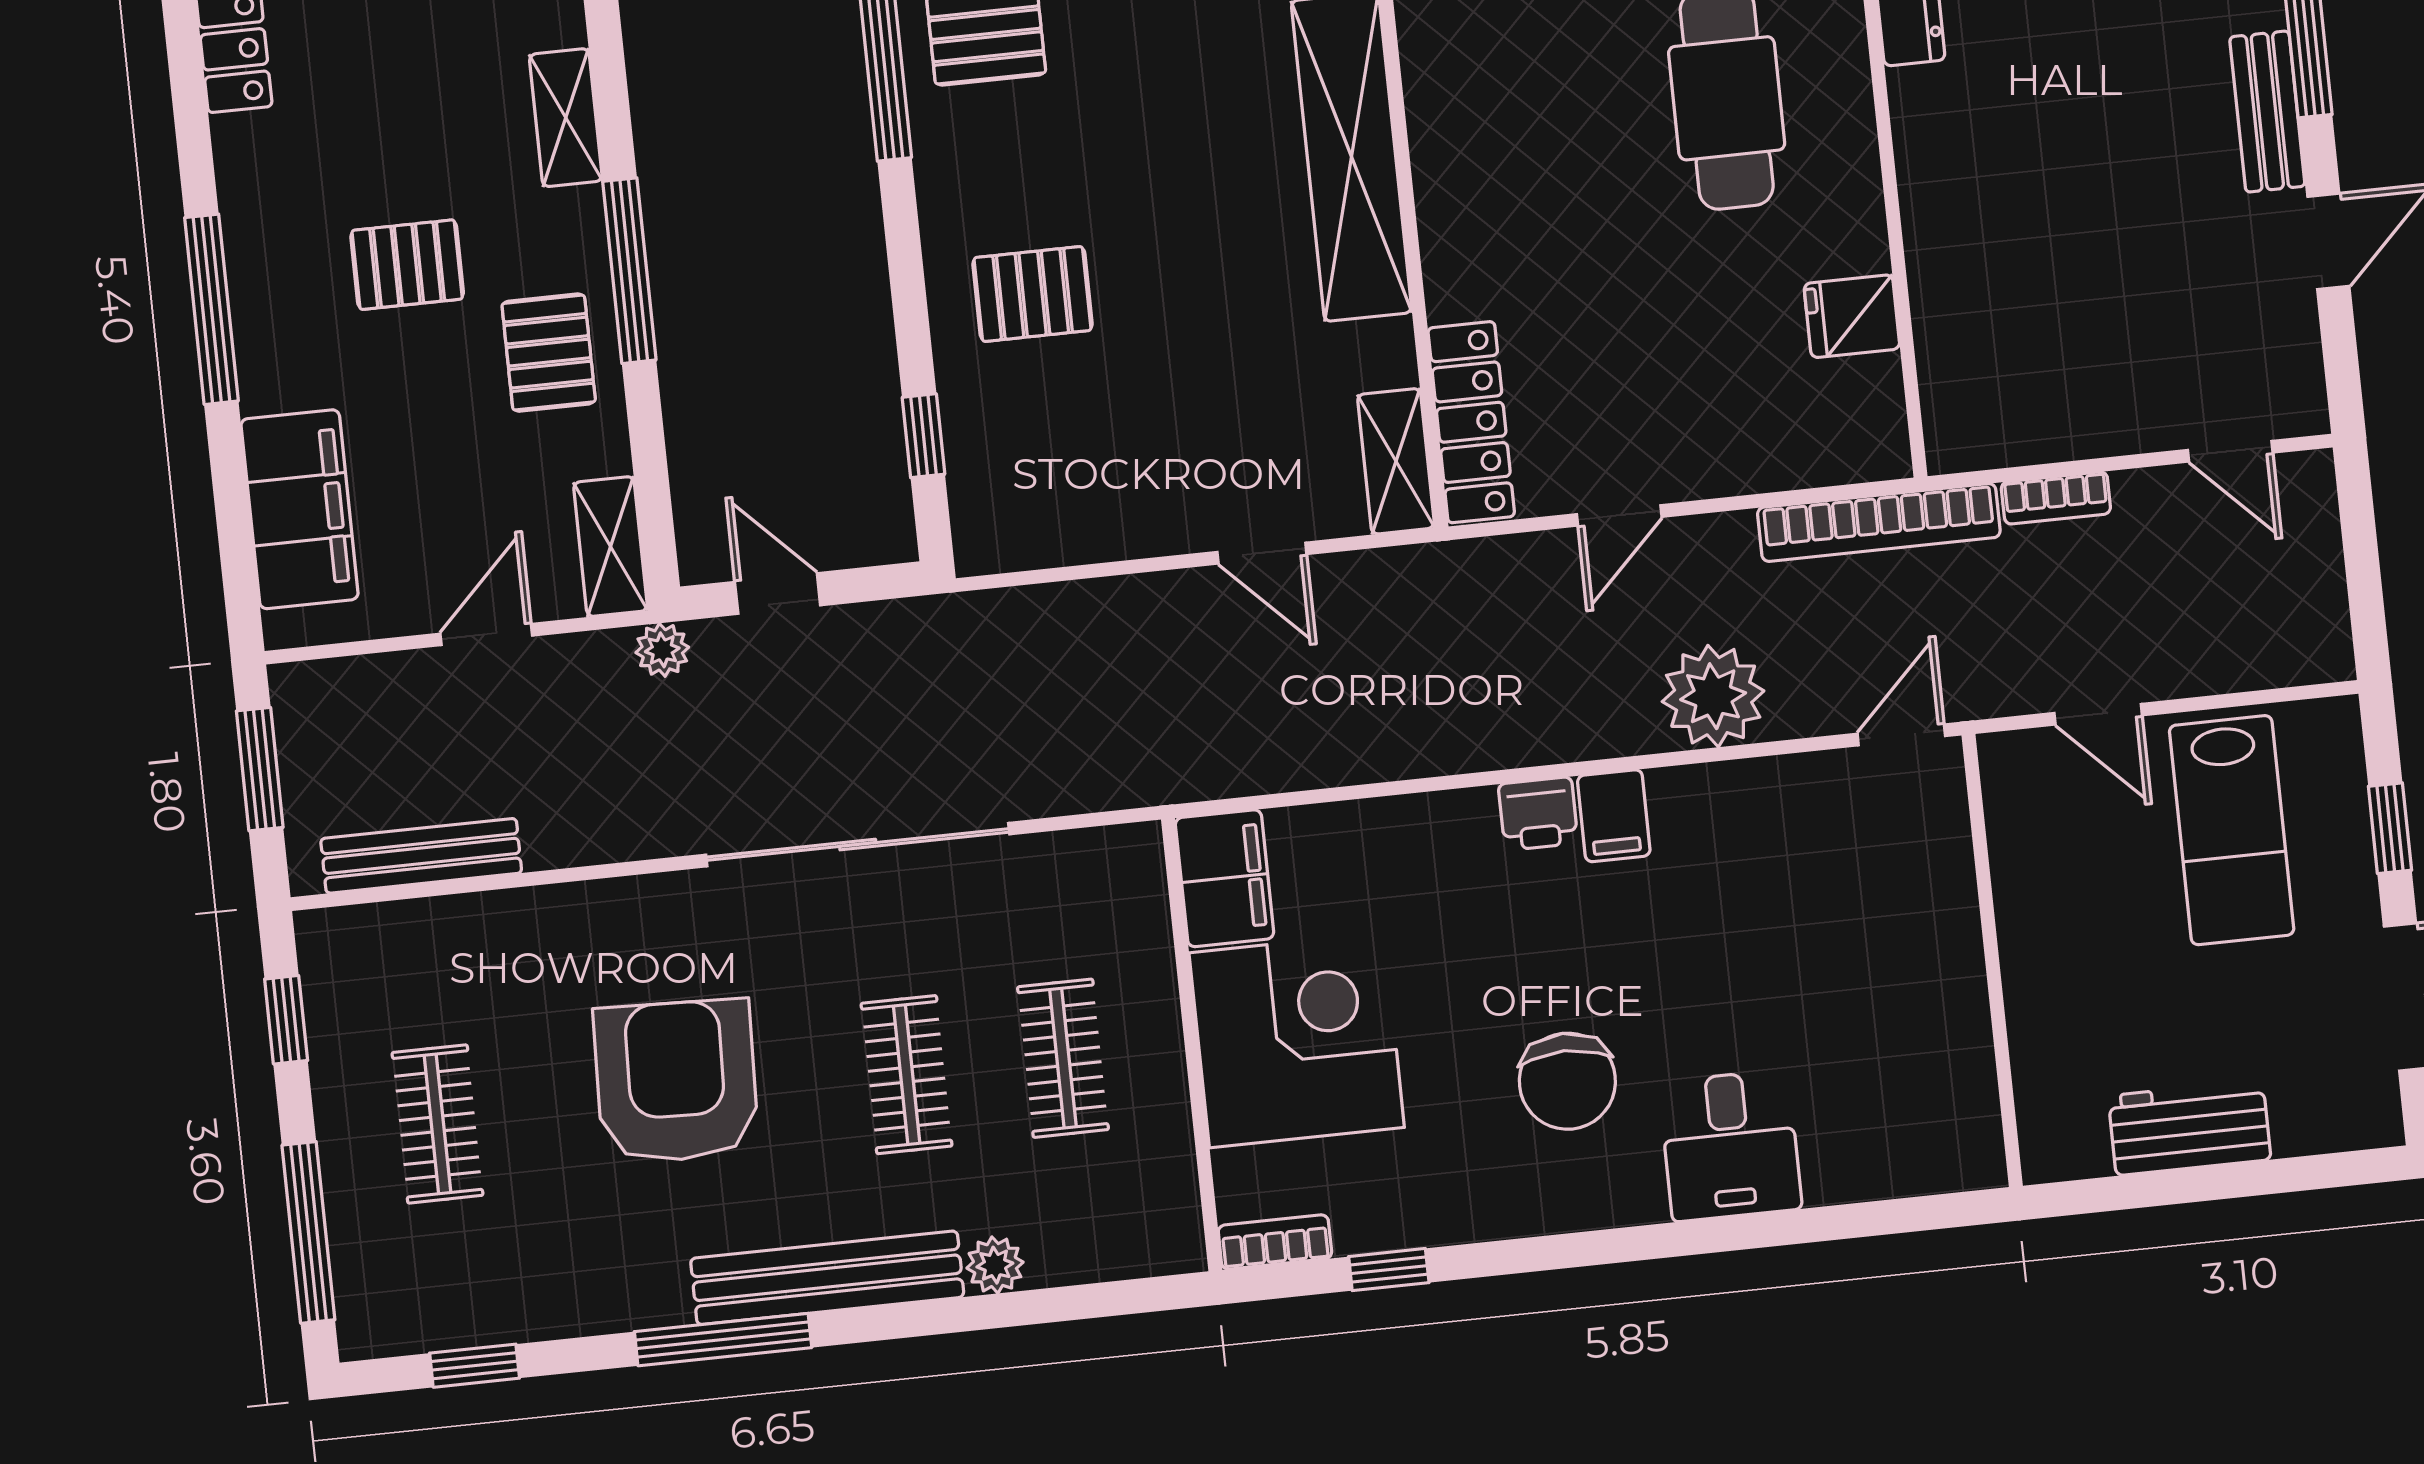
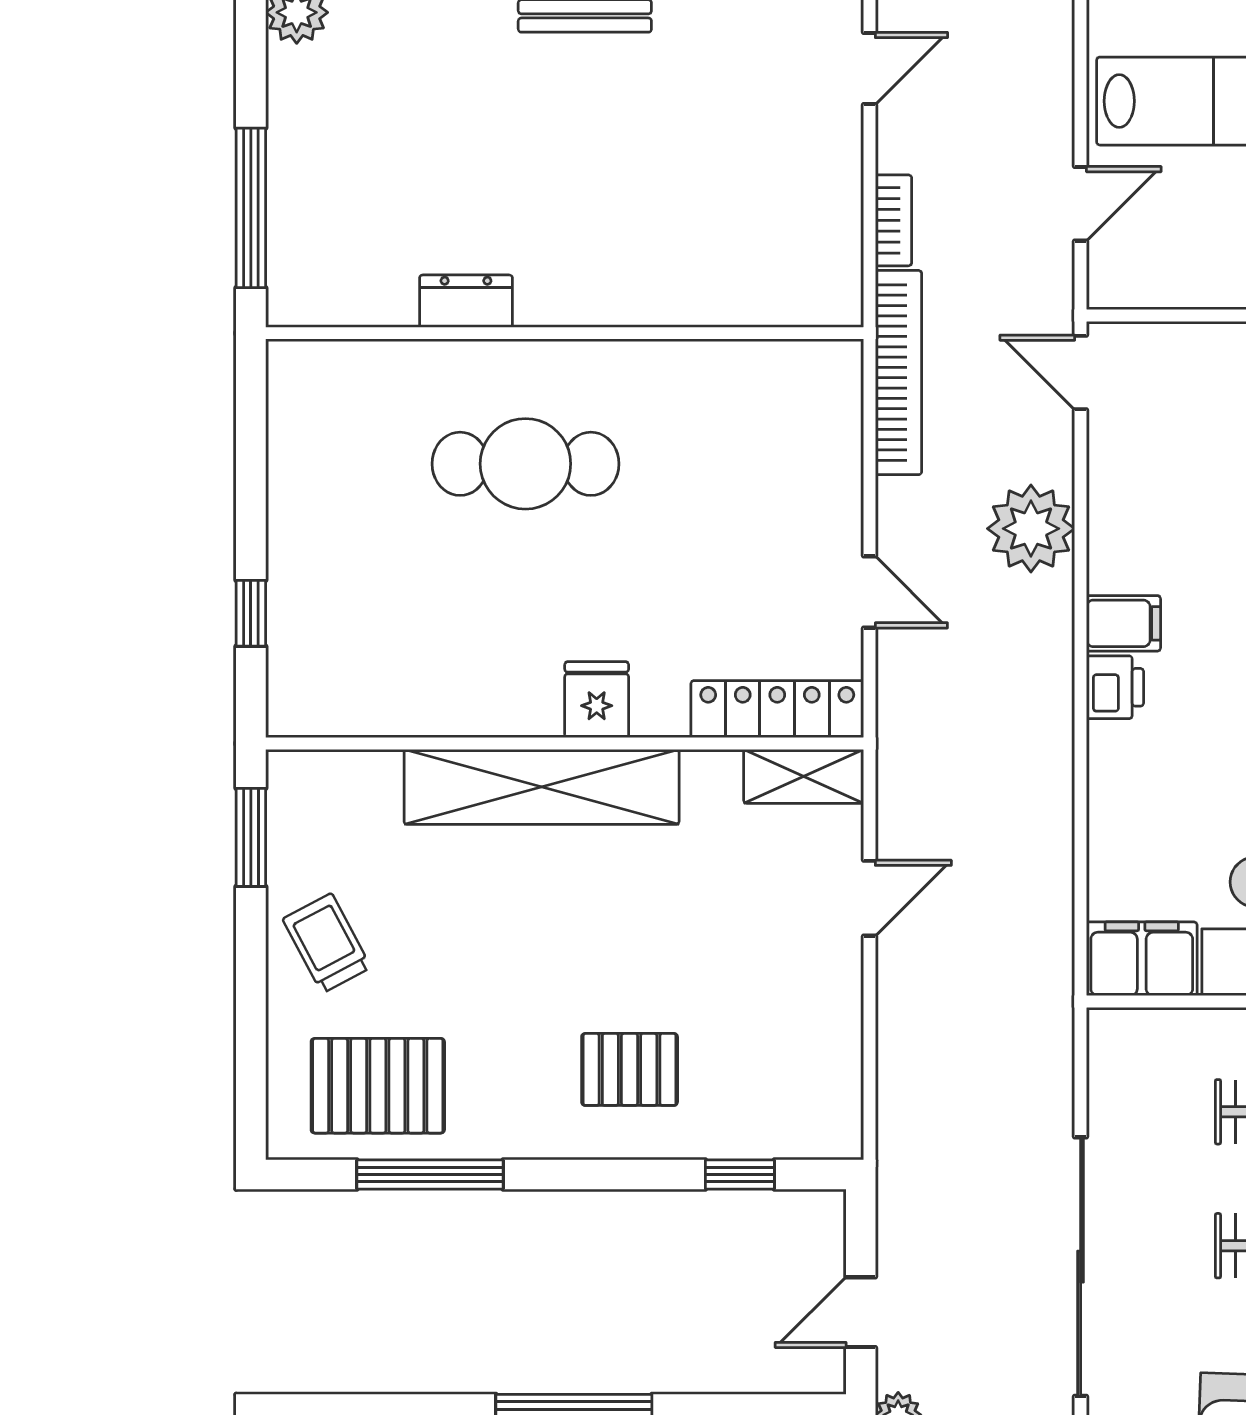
pallet: (1033, 294) -> (630, 1069), turned 90
fridge: (1852, 316) -> (597, 700), moved, turned 180

